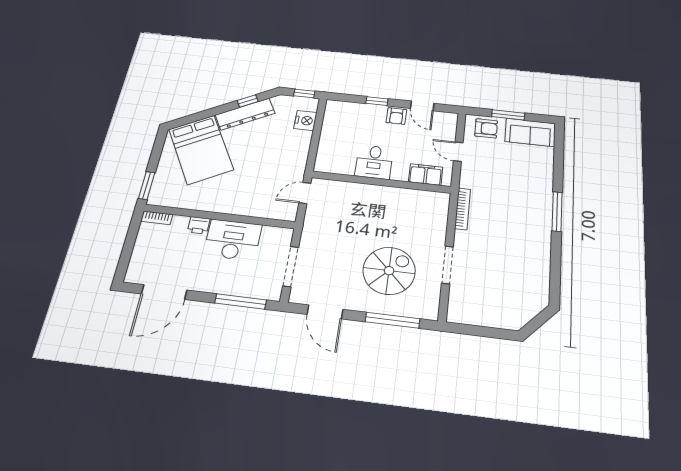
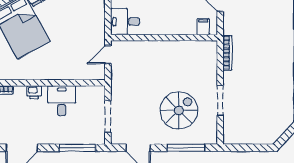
desk: (374, 162) -> (125, 22), moved, turned 90
filing cabinet: (426, 175) -> (203, 27), width x0.50
desk: (233, 240) -> (62, 101), width x0.73

